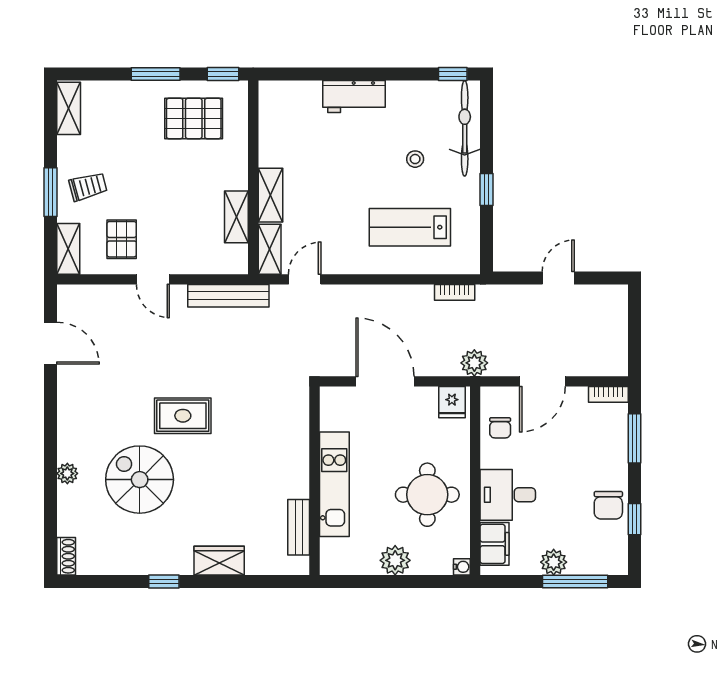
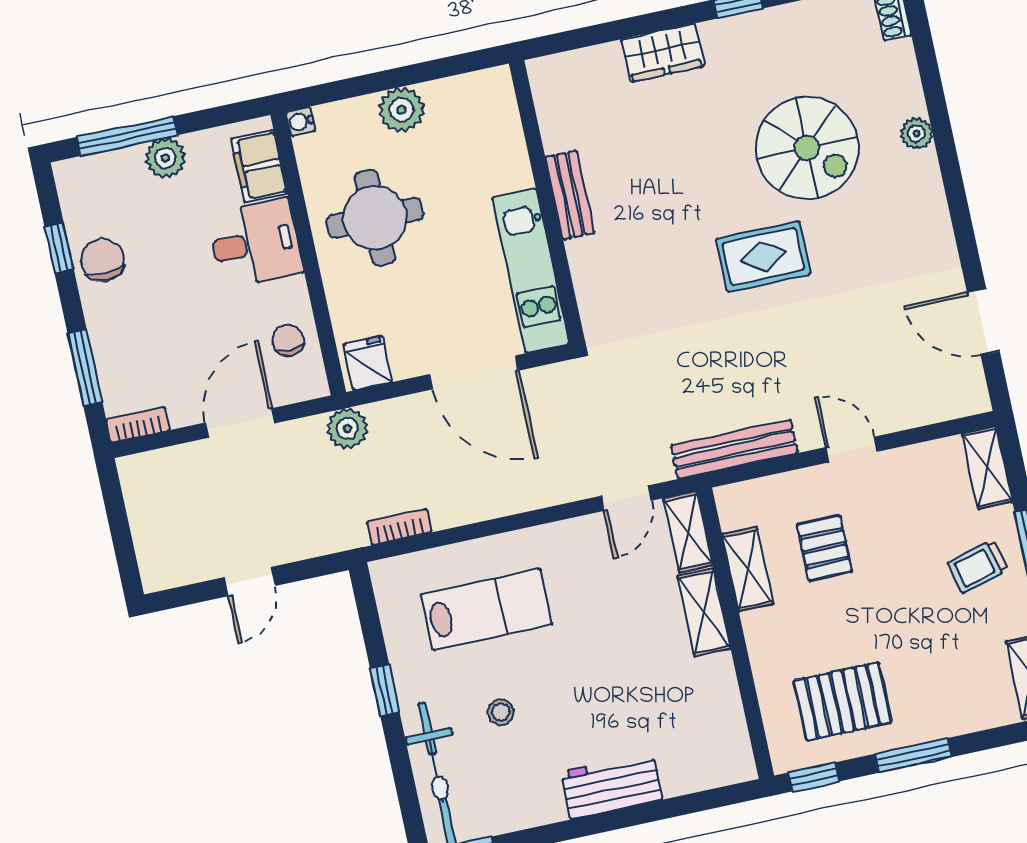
pallet: (122, 239) -> (824, 548), moved
kitchen unit: (334, 484) -> (531, 271), moved
bench: (299, 527) -> (570, 195), moved

